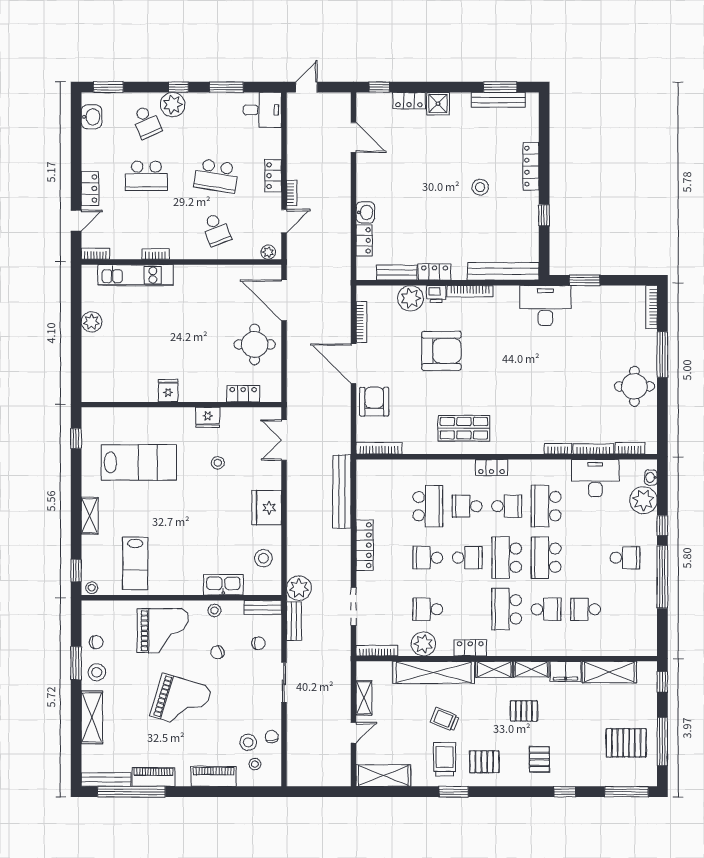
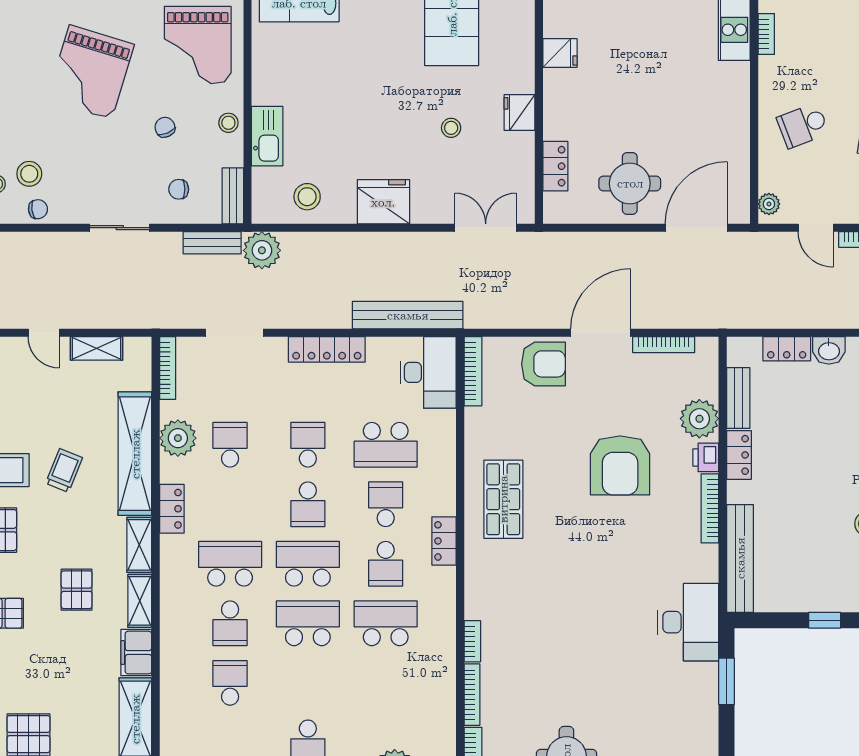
desk: (595, 478) -> (428, 372), moved
chair: (258, 643) -> (179, 189), turned 90

